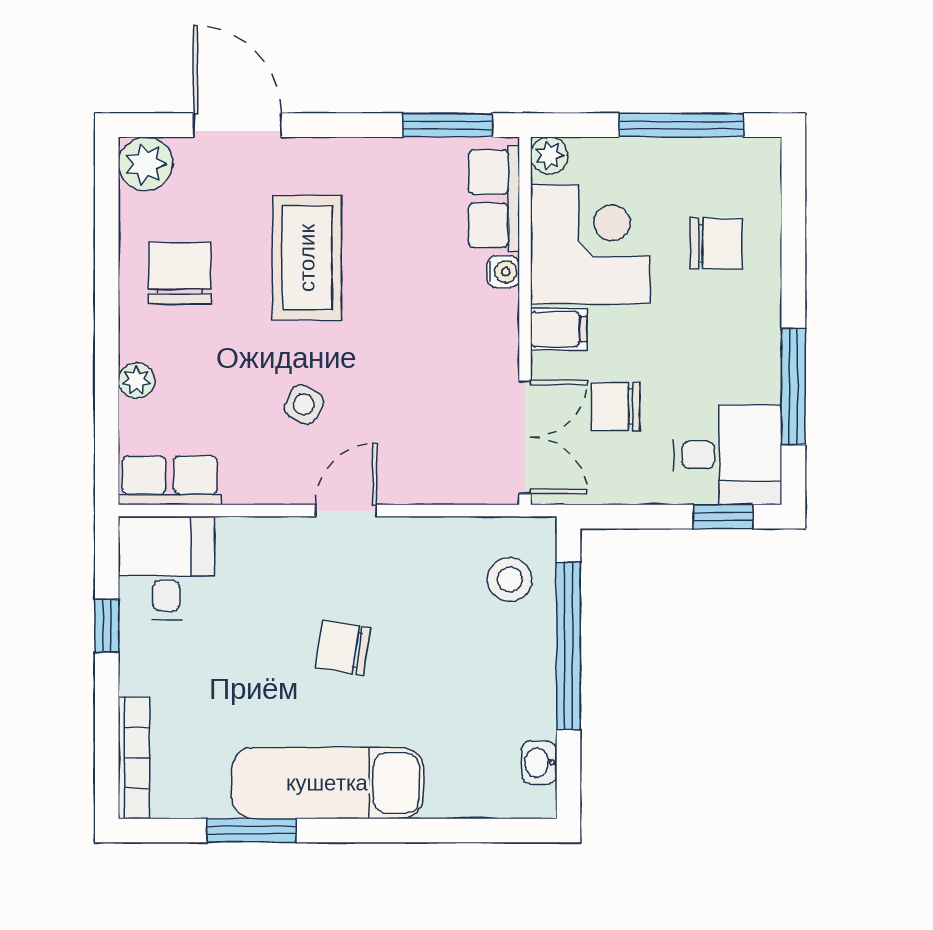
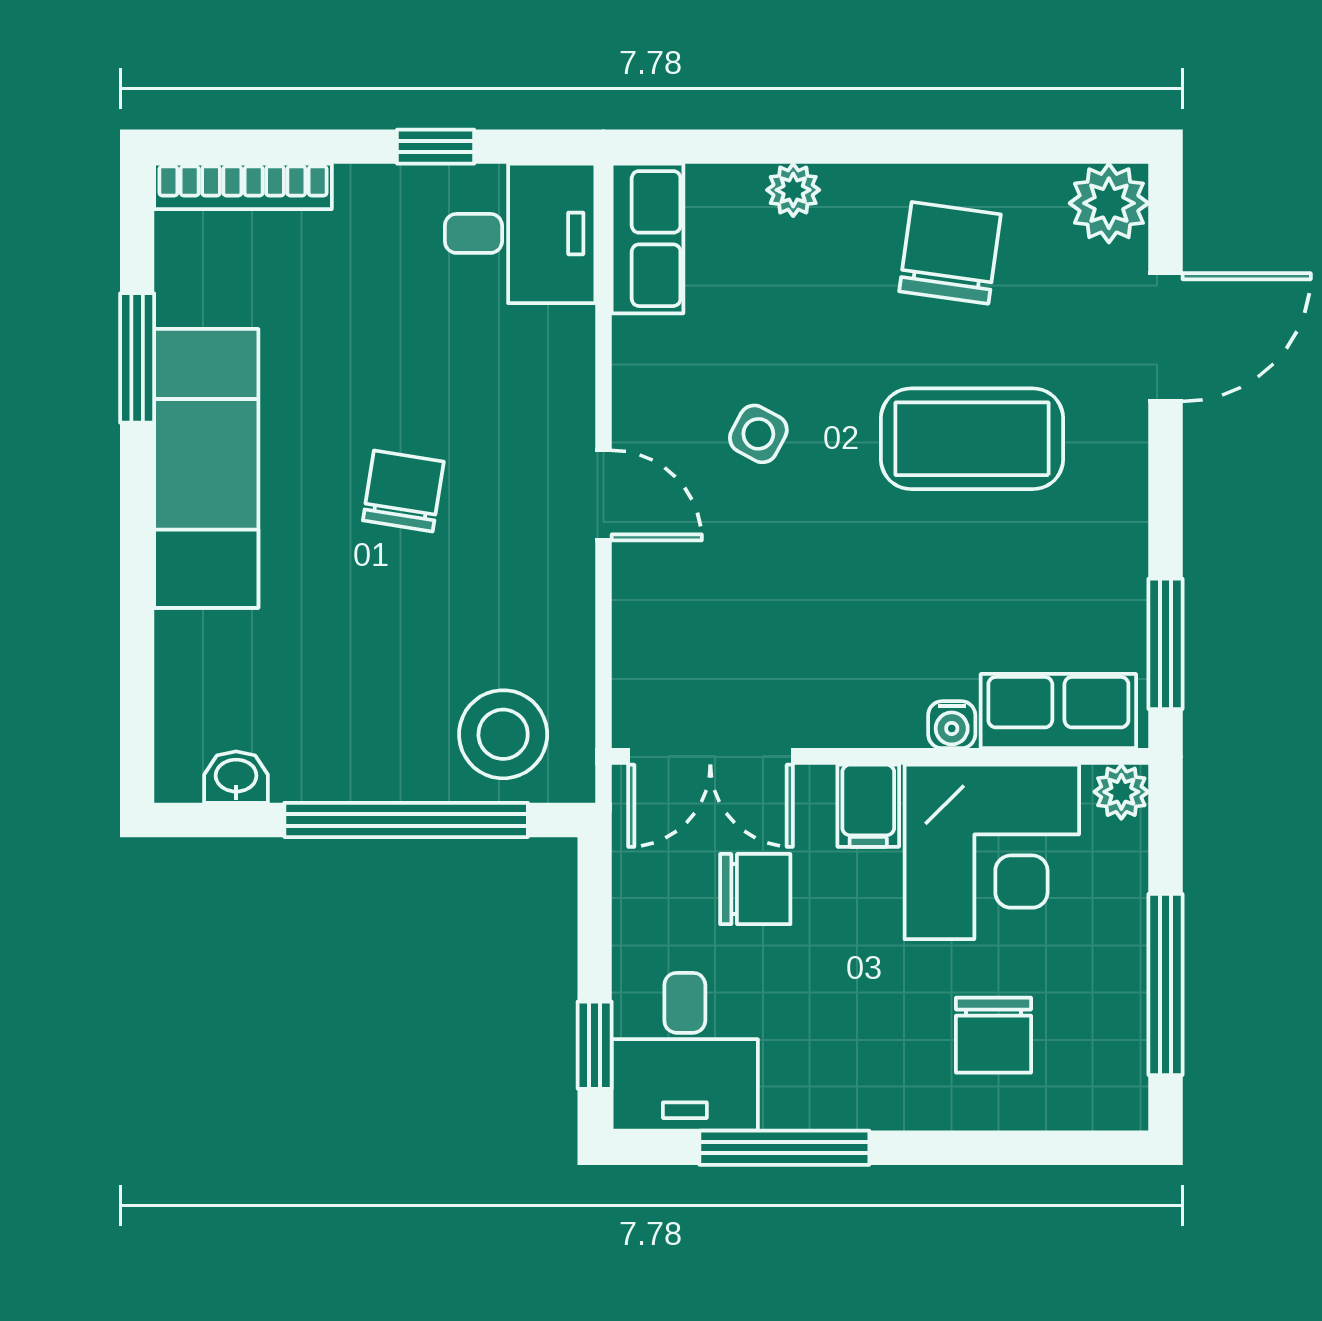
chair: (180, 273) -> (950, 253), turned -82
chair: (616, 407) -> (755, 889), turned 90
stool: (510, 579) -> (503, 734), width x1.38, depth x1.38

